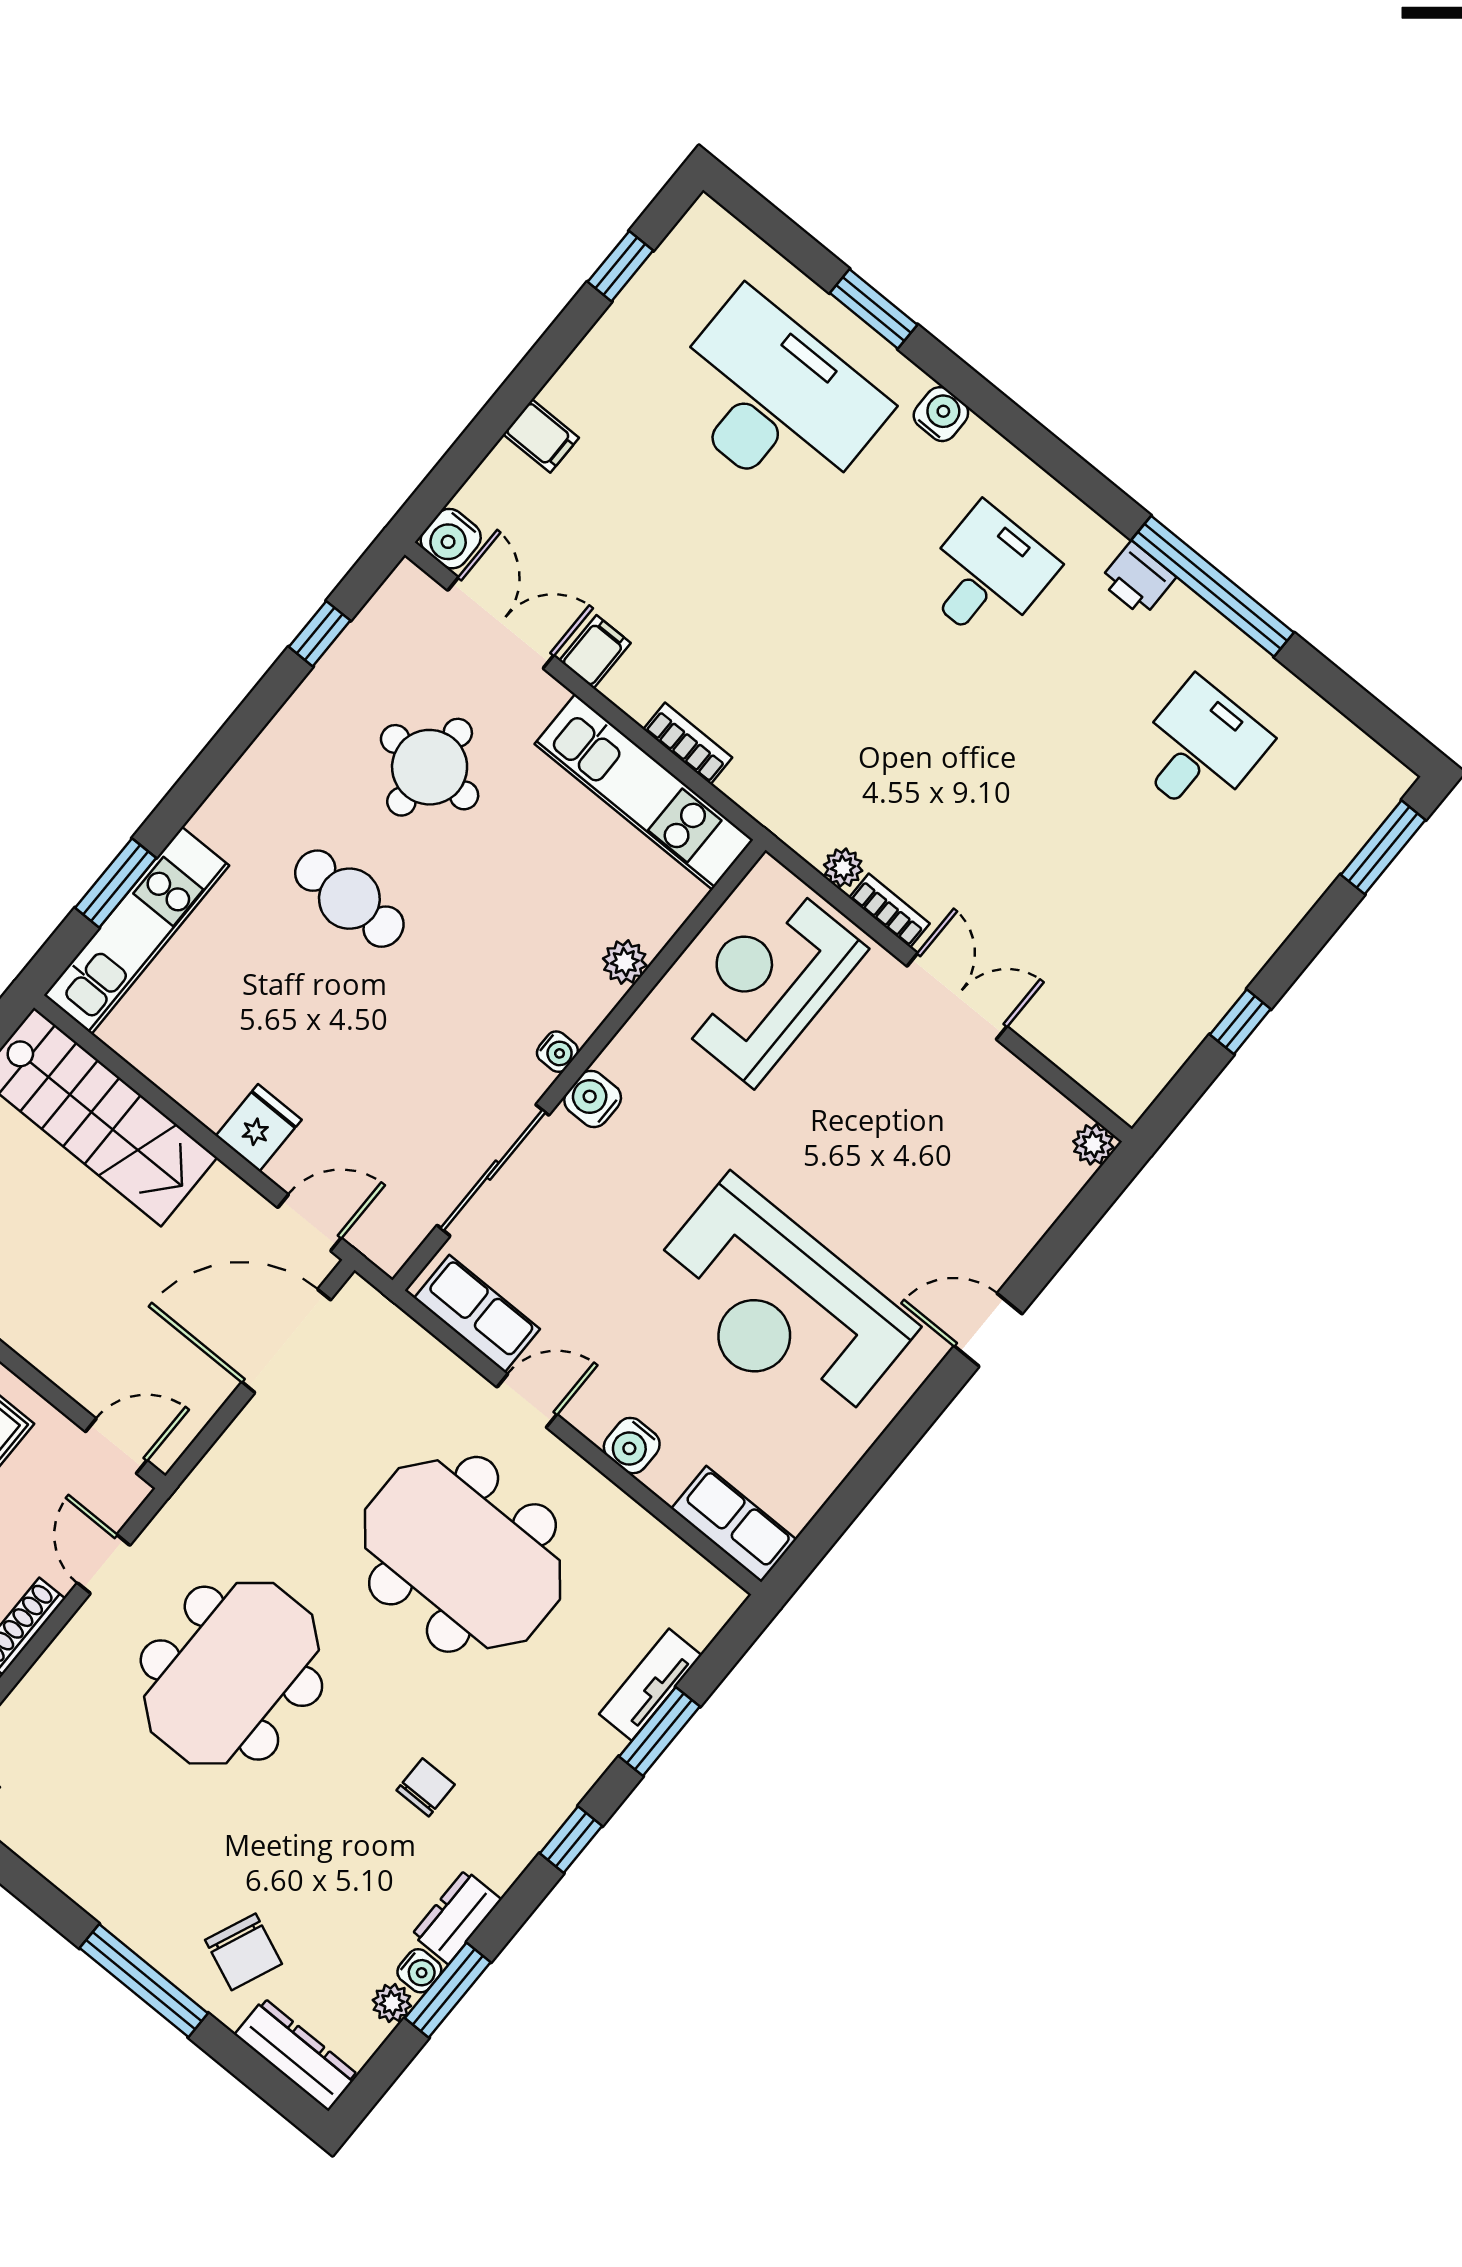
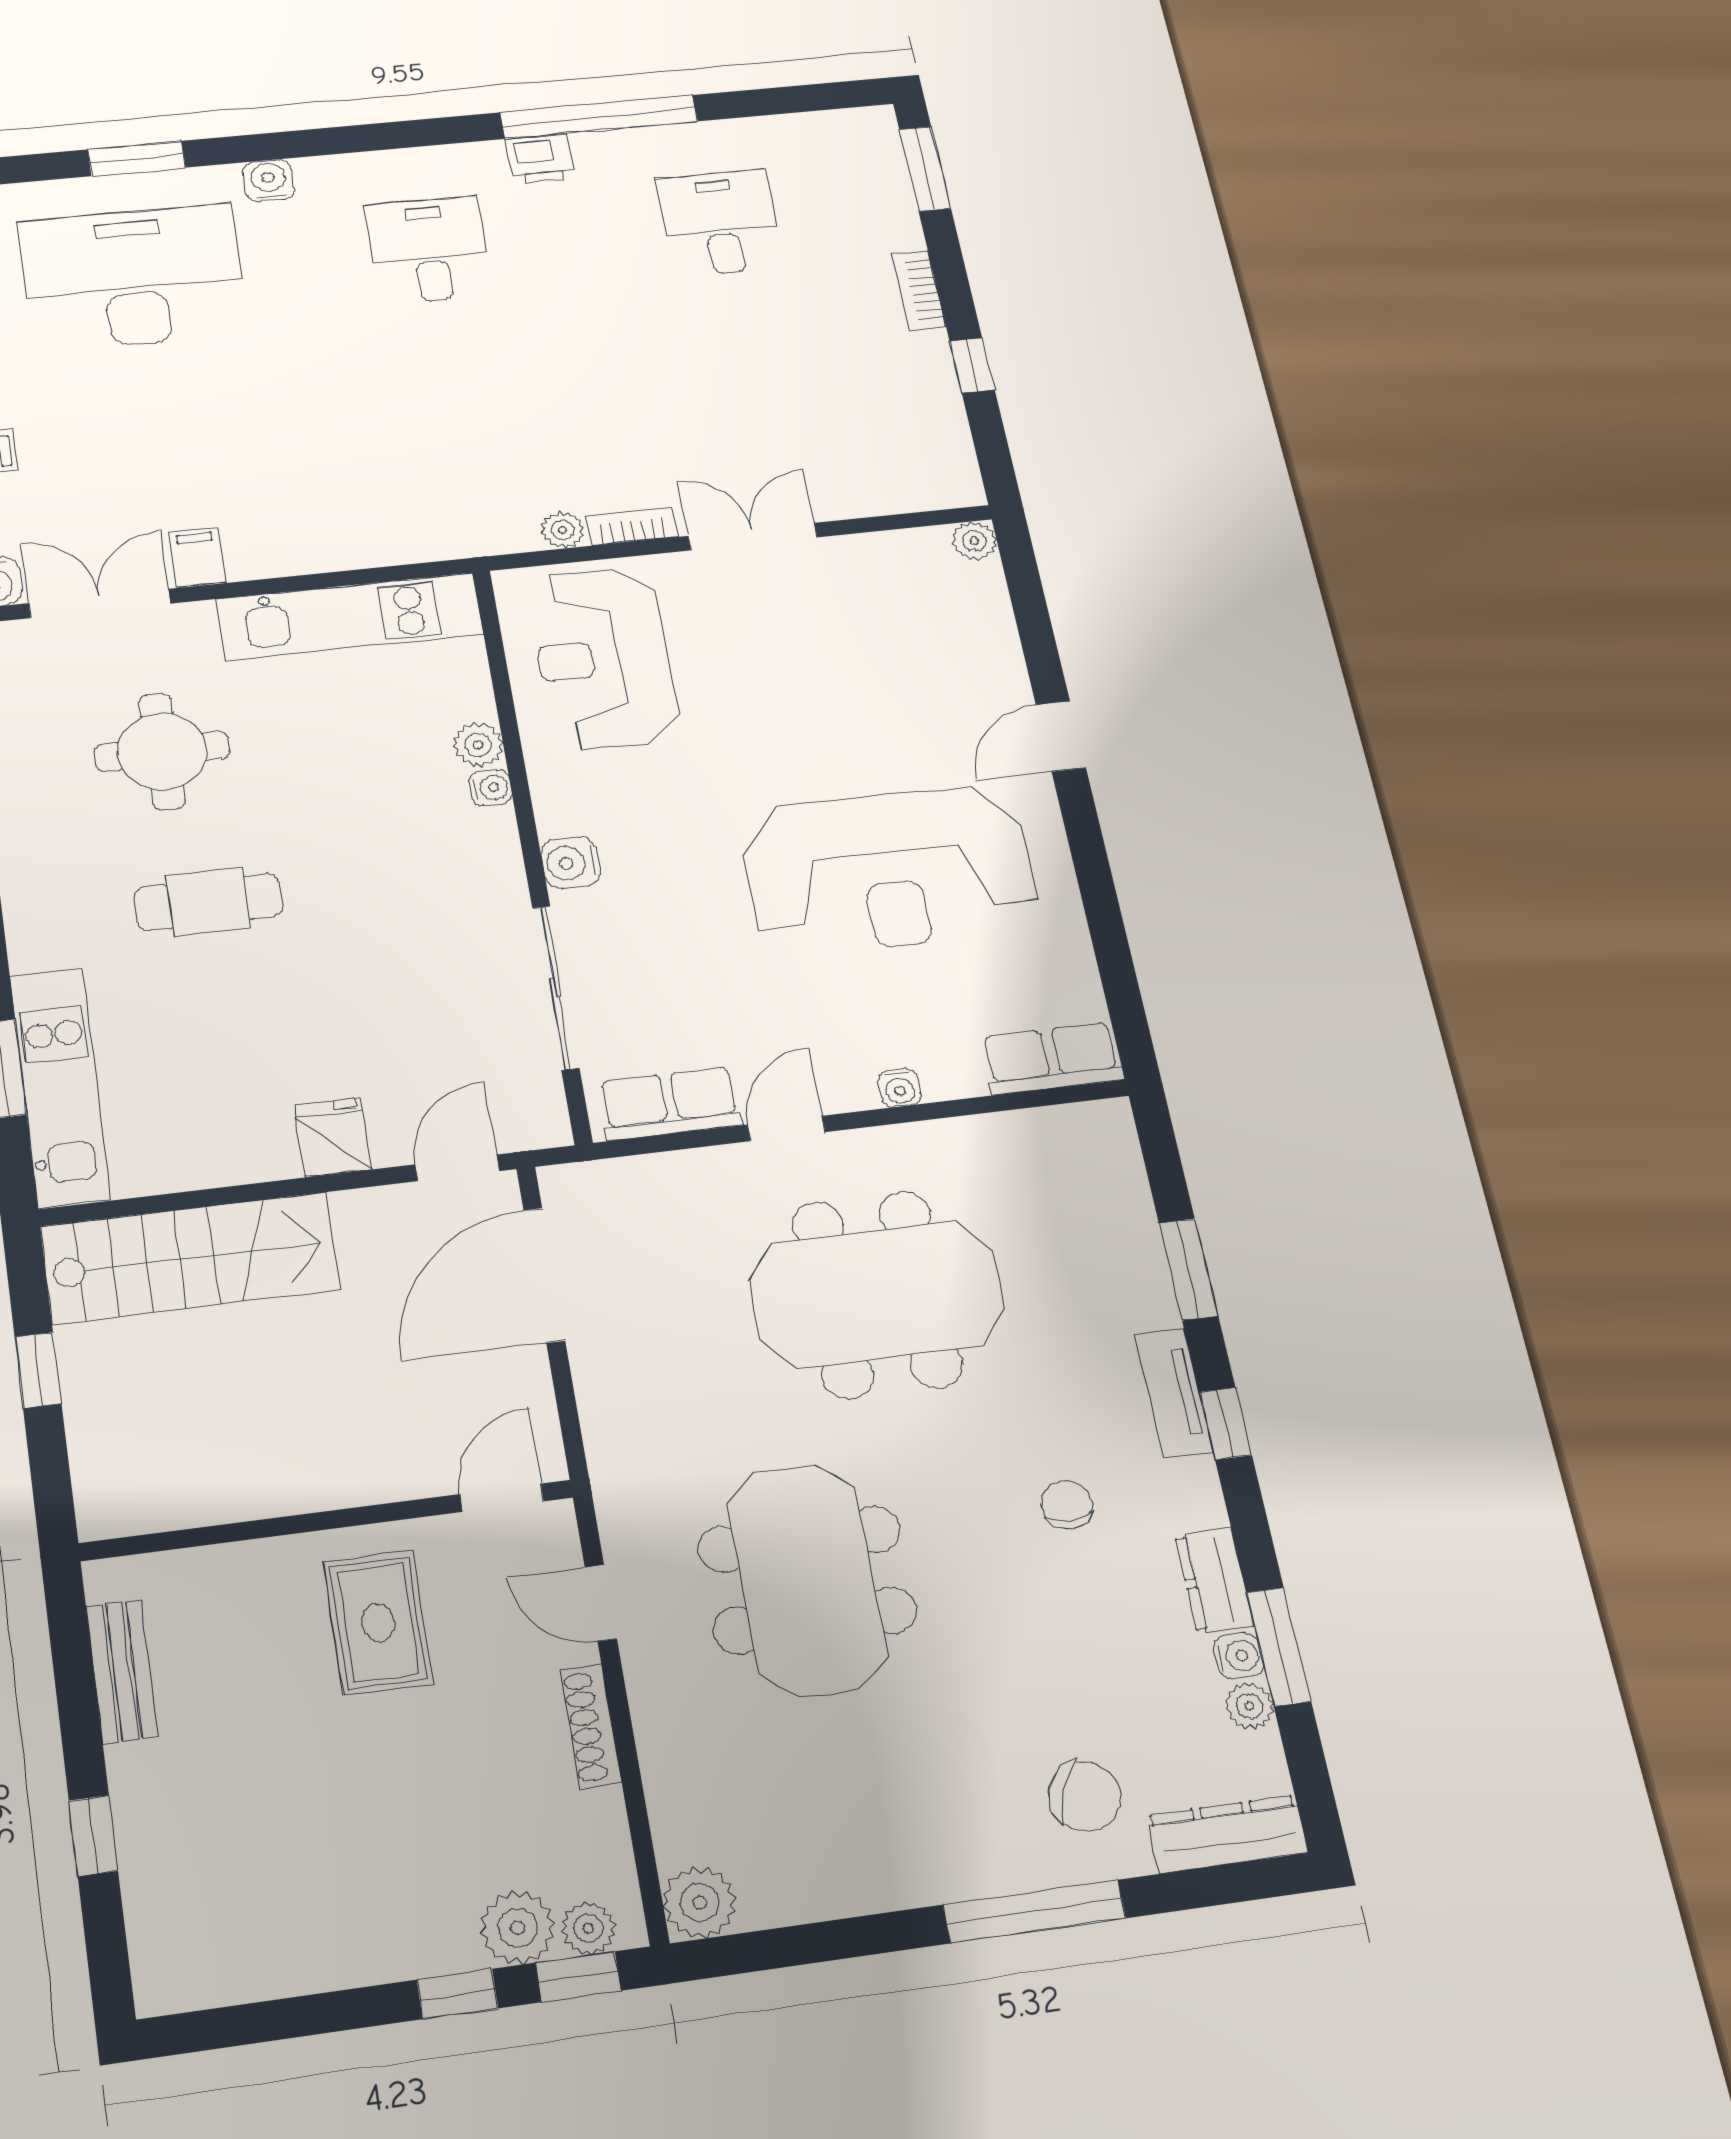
bookcase: (688, 743) -> (919, 290), moved, turned -90
water cooler: (557, 1052) -> (491, 787), moved
water cooler: (632, 1446) -> (899, 1088), width x0.72, depth x0.72
tv unit: (650, 1685) -> (1174, 1393), moved

